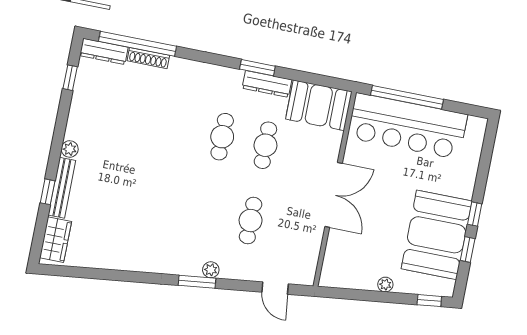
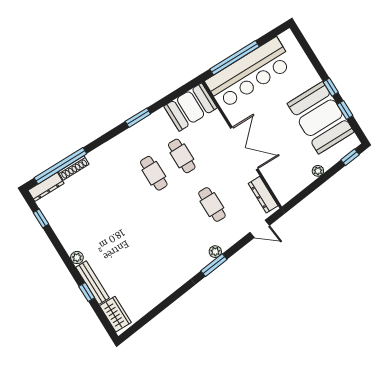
dresser: (267, 84) -> (263, 195), moved, turned 90

